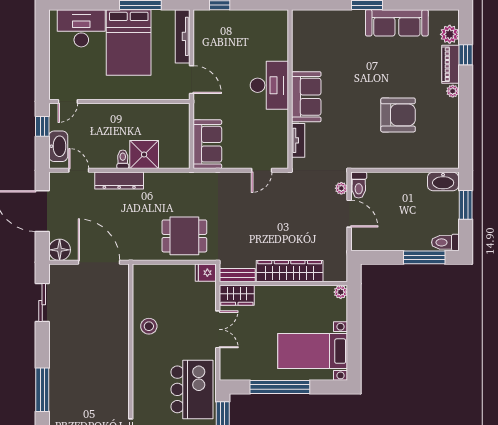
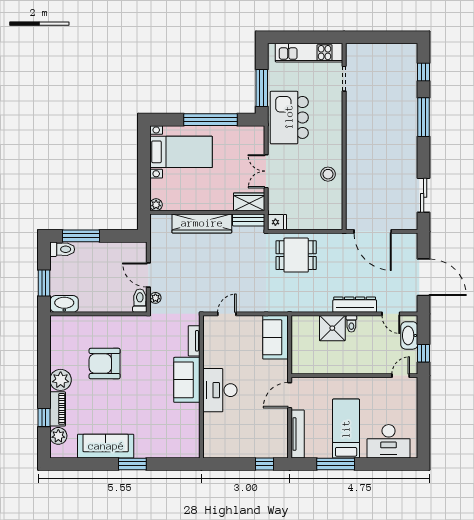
bed: (129, 42) -> (346, 429), width x0.67
door: (192, 80) -> (290, 395), hinge flipped
plant: (453, 91) -> (61, 380), width x1.88, depth x1.88
floor lamp: (60, 250) -> (408, 243), removed

